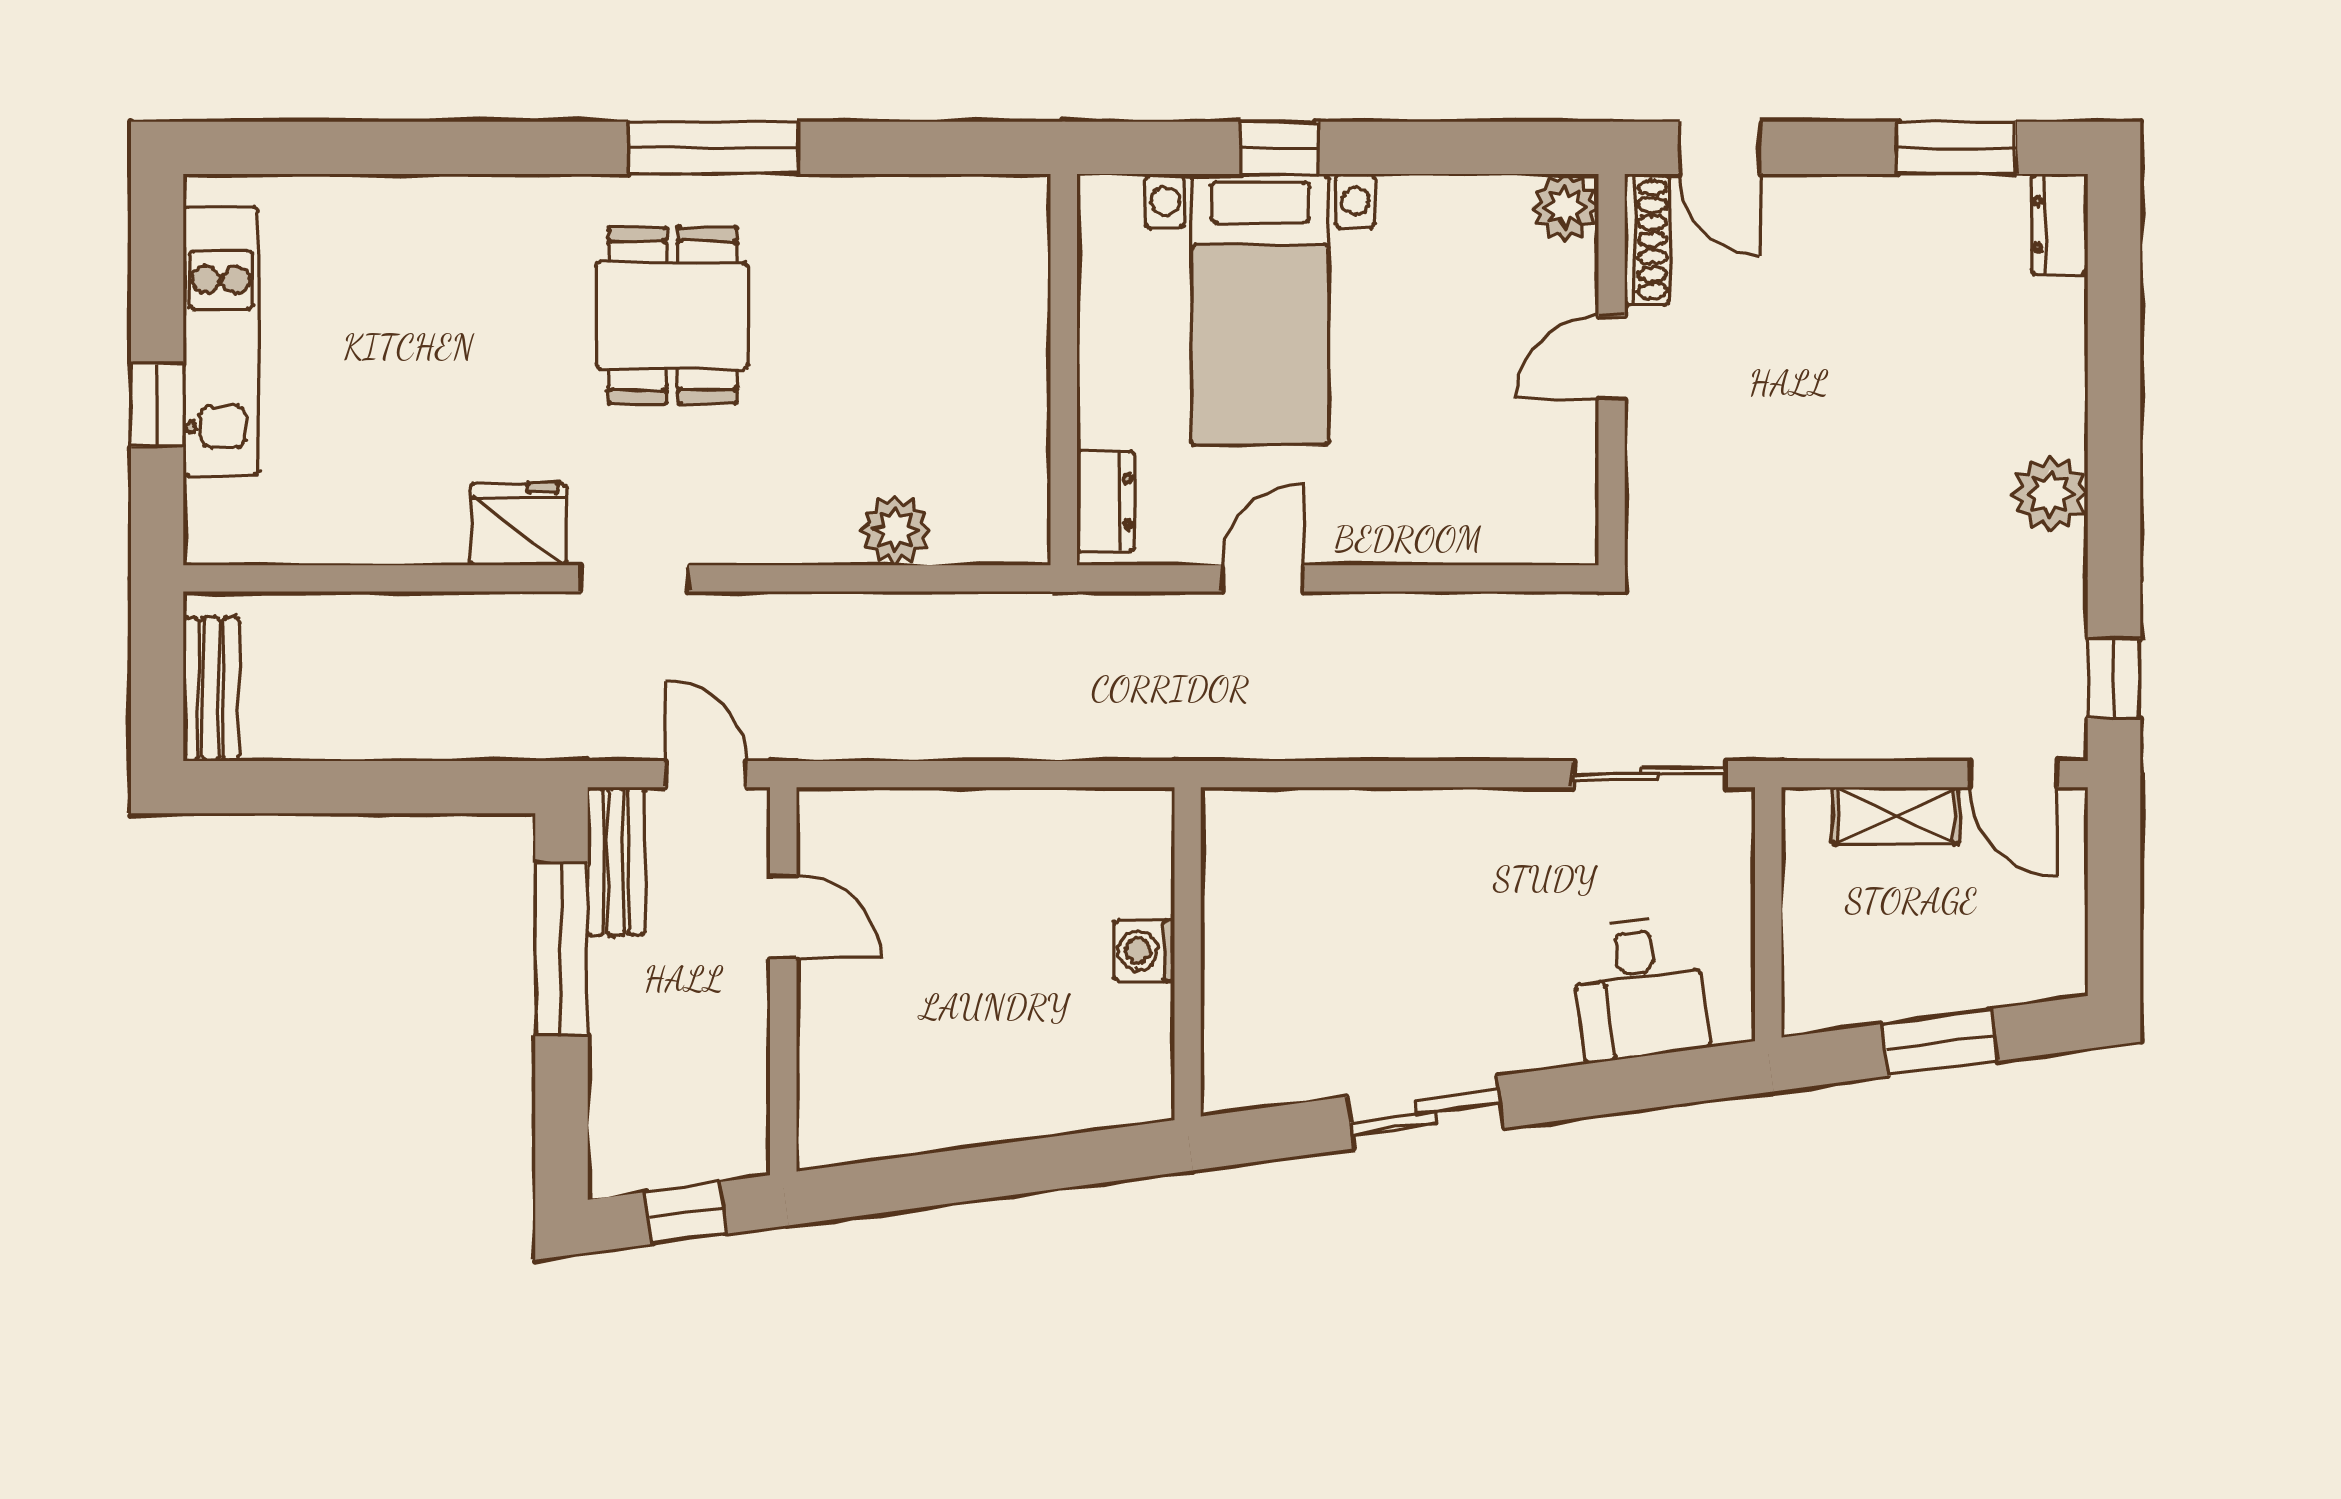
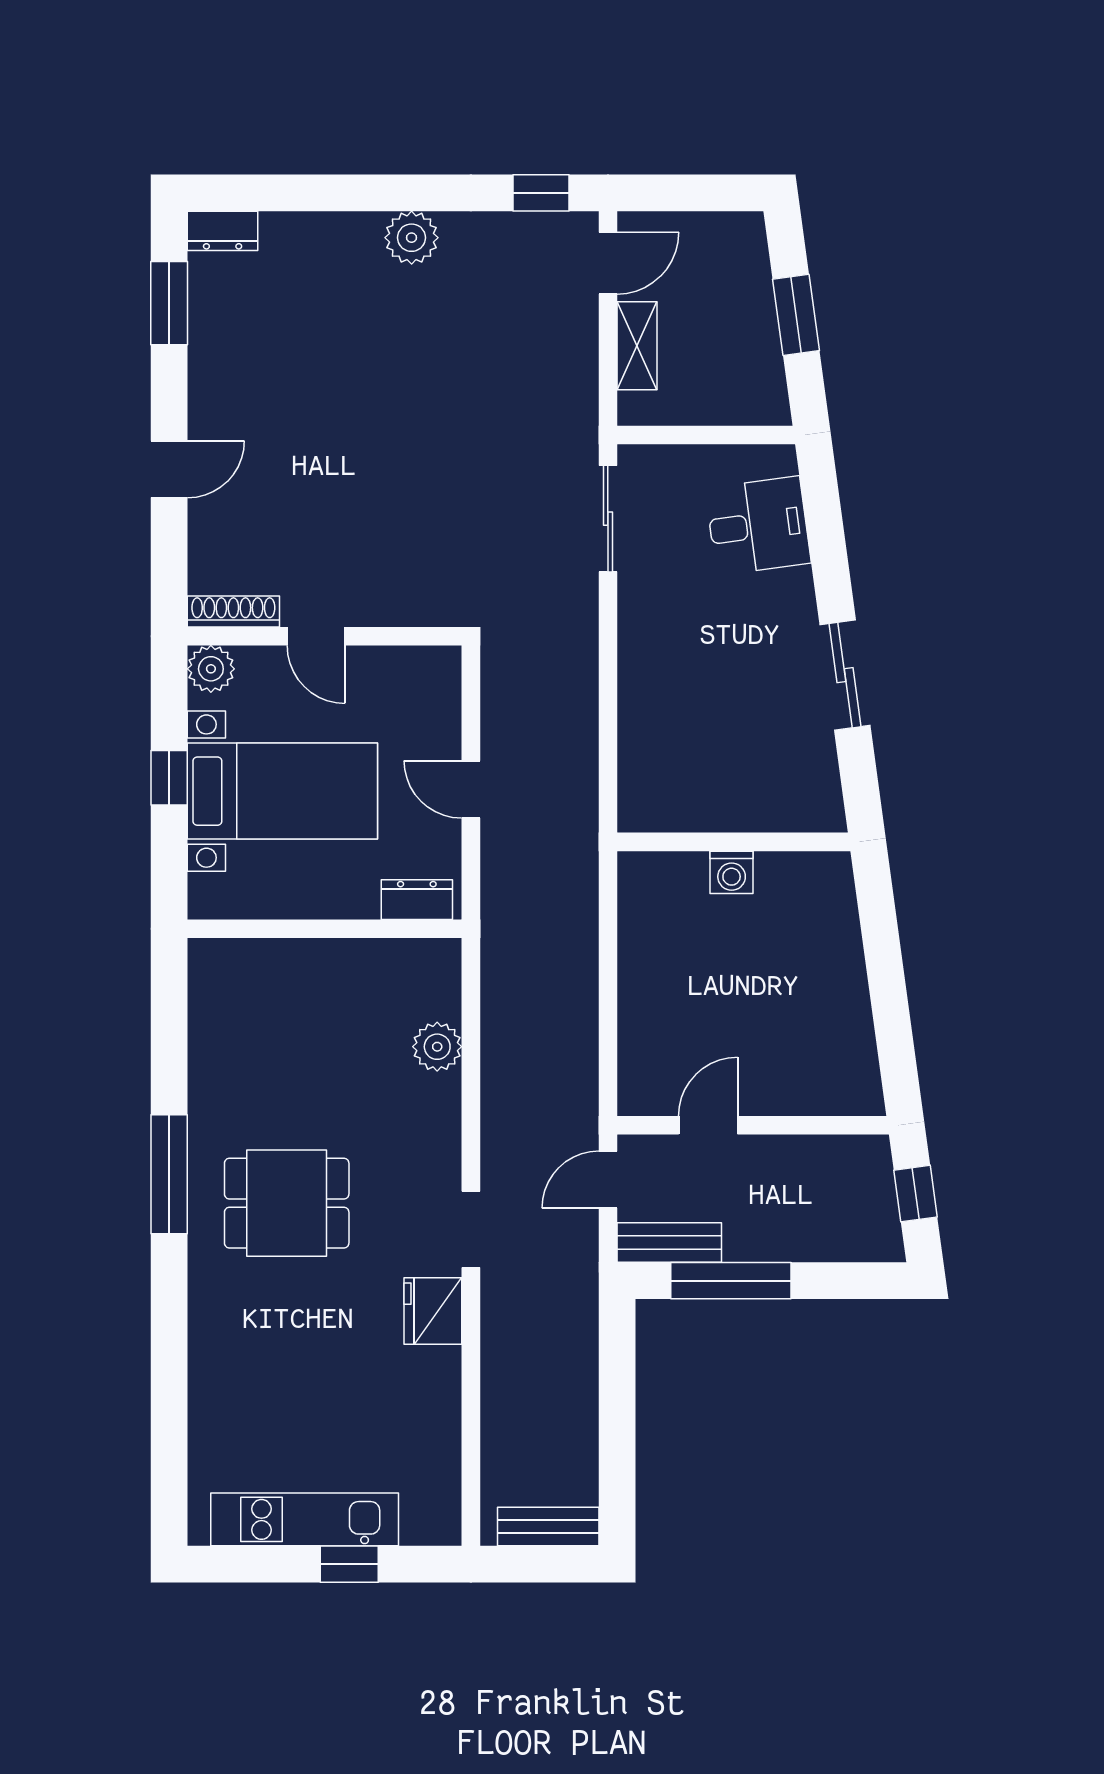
plant: (1565, 207) -> (211, 669), moved
shoe rack: (1647, 240) -> (233, 611), moved
door: (1612, 358) -> (316, 636), moved
wall: (1612, 370) -> (325, 636), moved

